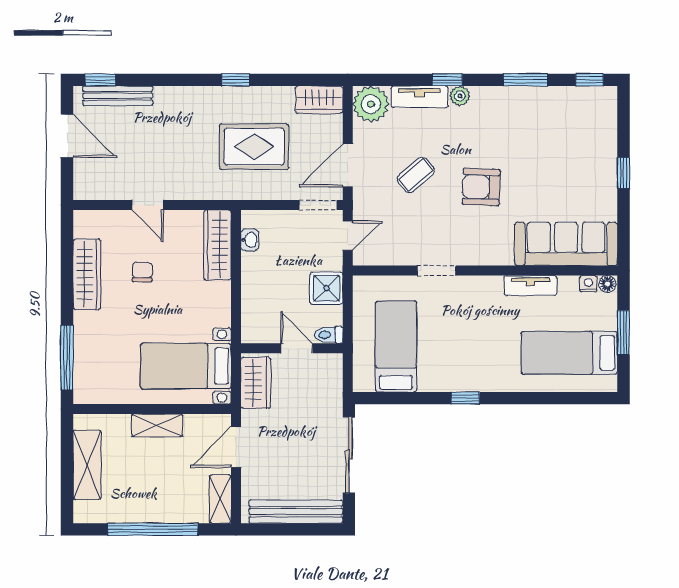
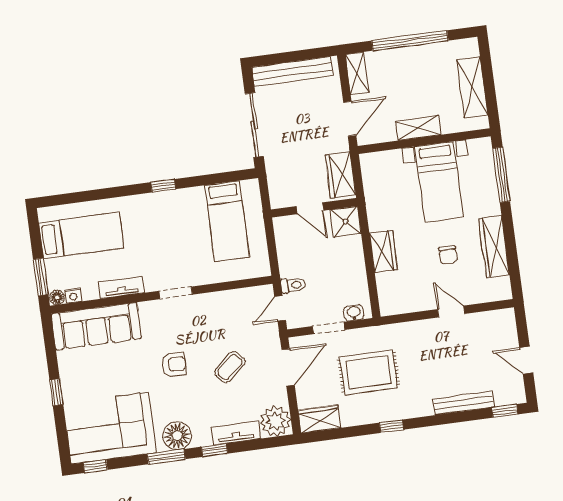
window: (526, 80) -> (166, 457), moved
bench: (118, 96) -> (464, 403), moved
plant: (460, 96) -> (202, 438), removed
floor lamp: (489, 103) -> (177, 436), added
corner sofa: (566, 122) -> (110, 428), added
door: (67, 136) -> (526, 360), width x0.73
armchair: (481, 187) -> (174, 364), width x0.72, depth x0.72
doorway: (318, 205) -> (329, 328), moved
washbasin: (250, 240) -> (354, 313), moved, turned 90
wardrobe: (217, 245) -> (383, 252), moved, width x0.67
doorway: (436, 271) -> (176, 293), moved
shower: (326, 288) -> (346, 222), moved
window: (623, 333) -> (41, 277), moved
toilet: (329, 335) -> (293, 285), moved
bed with nightstands: (186, 366) -> (439, 182), moved, turned 90

